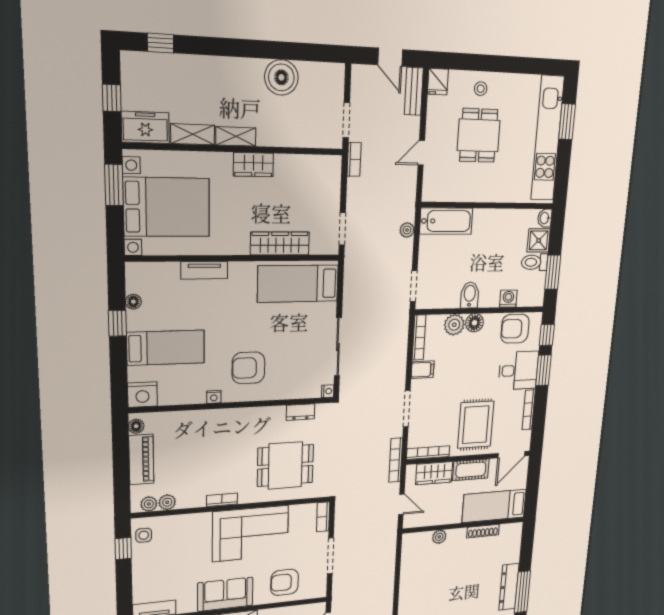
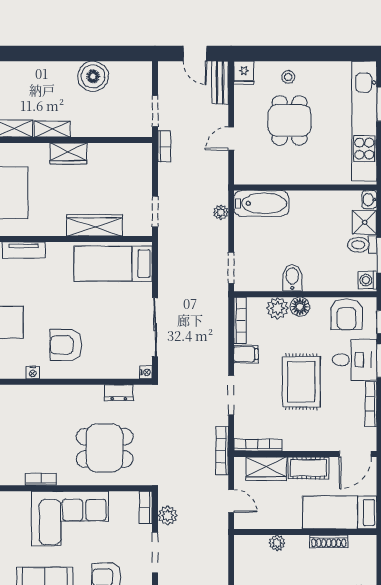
washing machine: (508, 299) -> (368, 280), moved, turned -90
armchair: (515, 329) -> (346, 314), turned -90
rug: (476, 425) -> (301, 382), moved
plant: (343, 522) -> (168, 515), added

